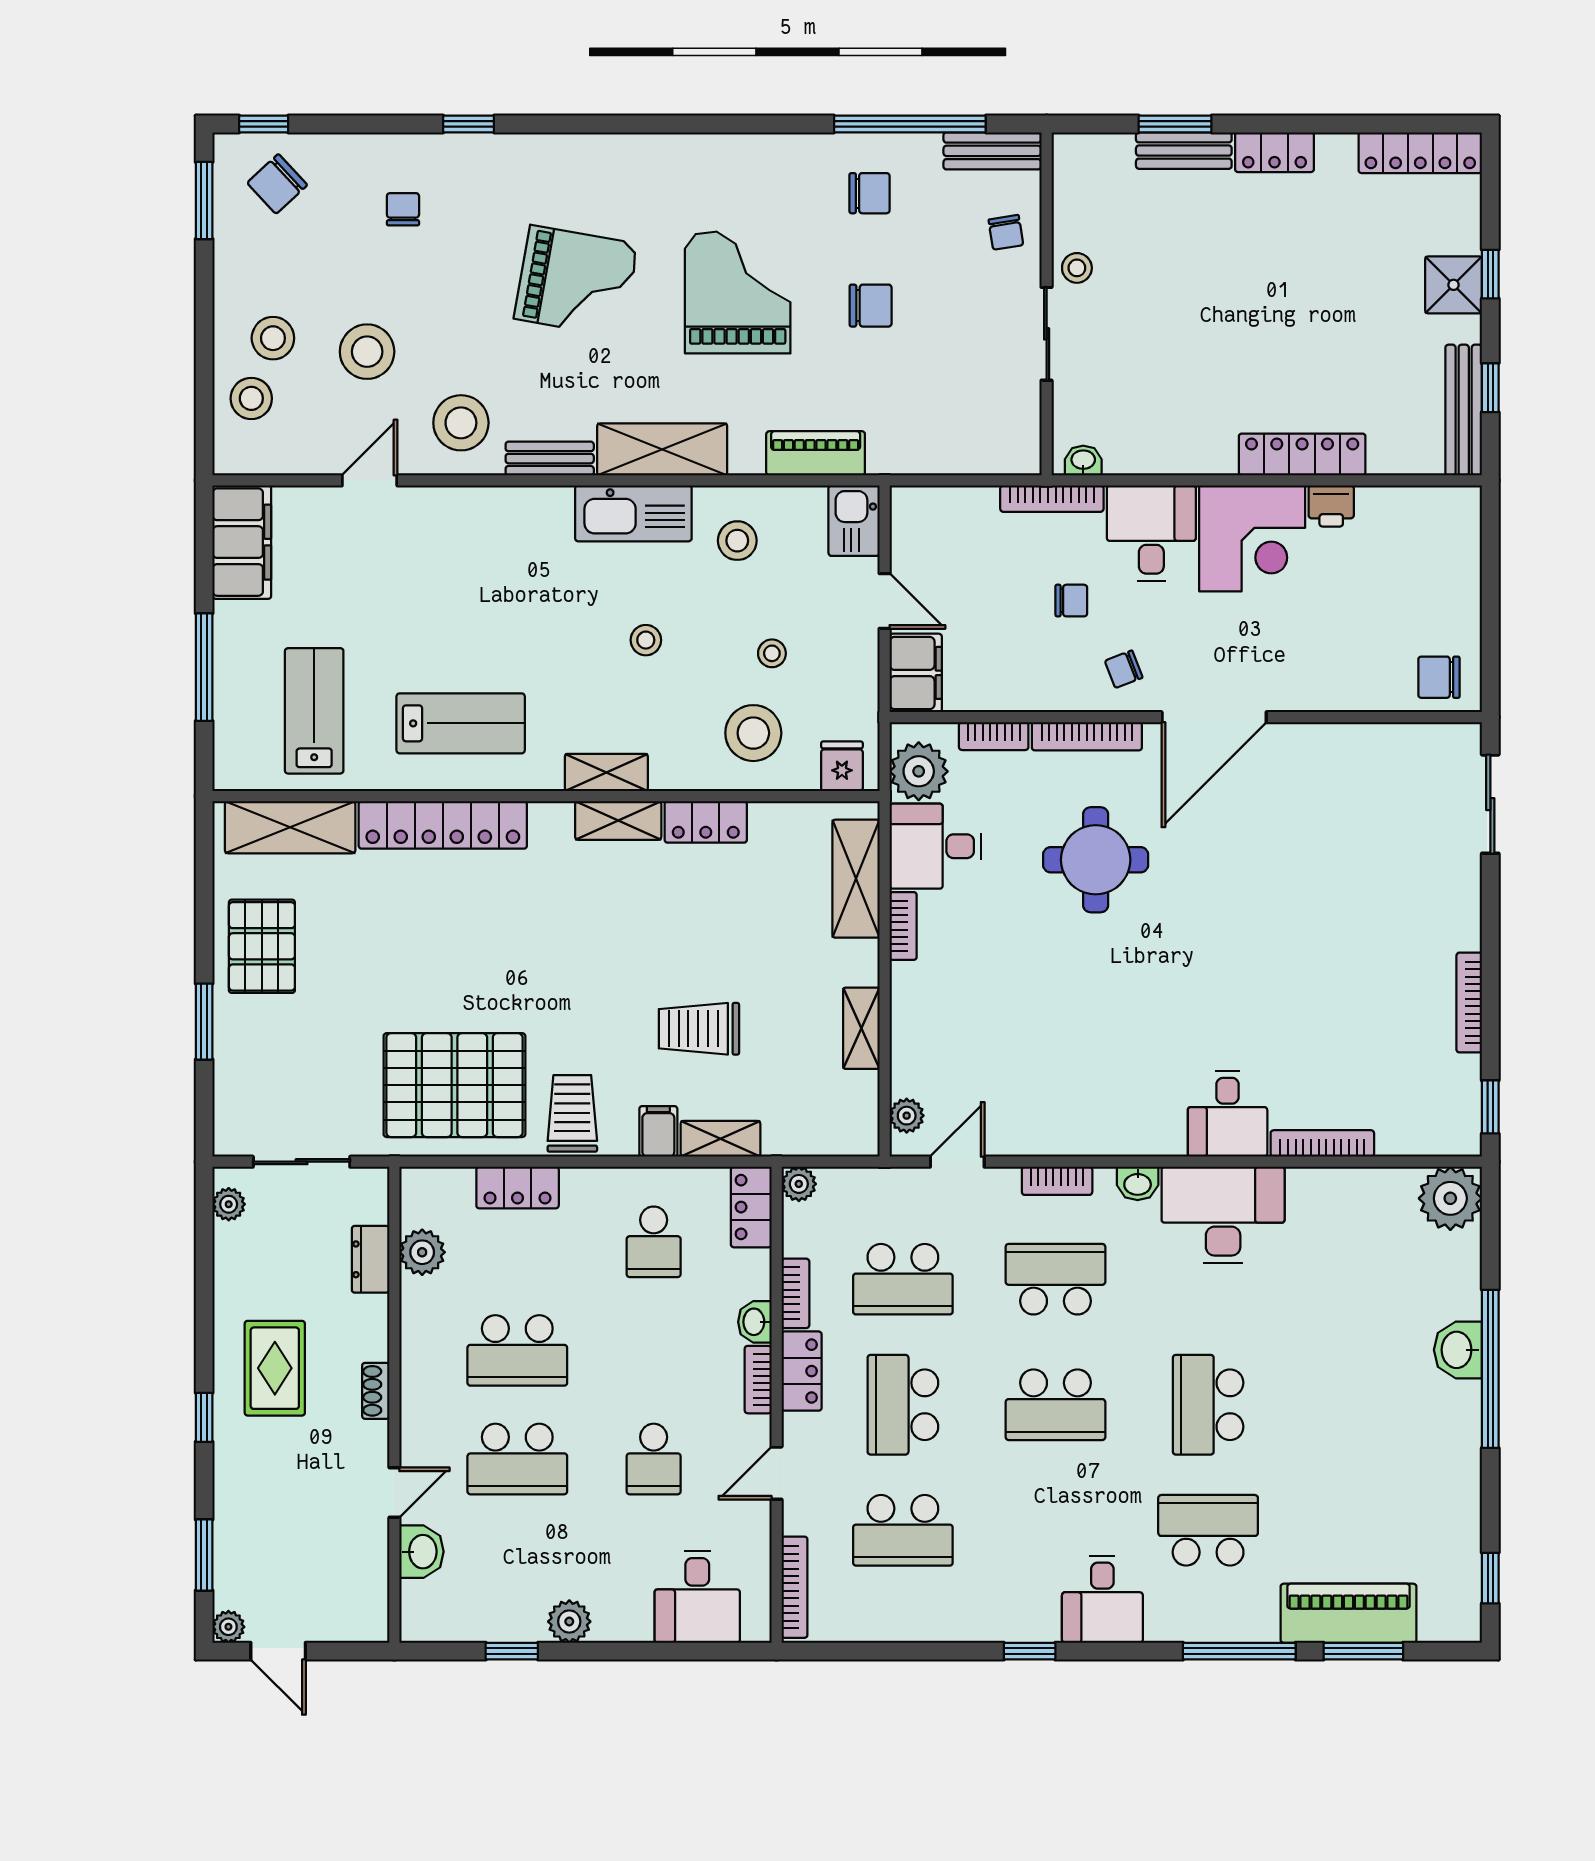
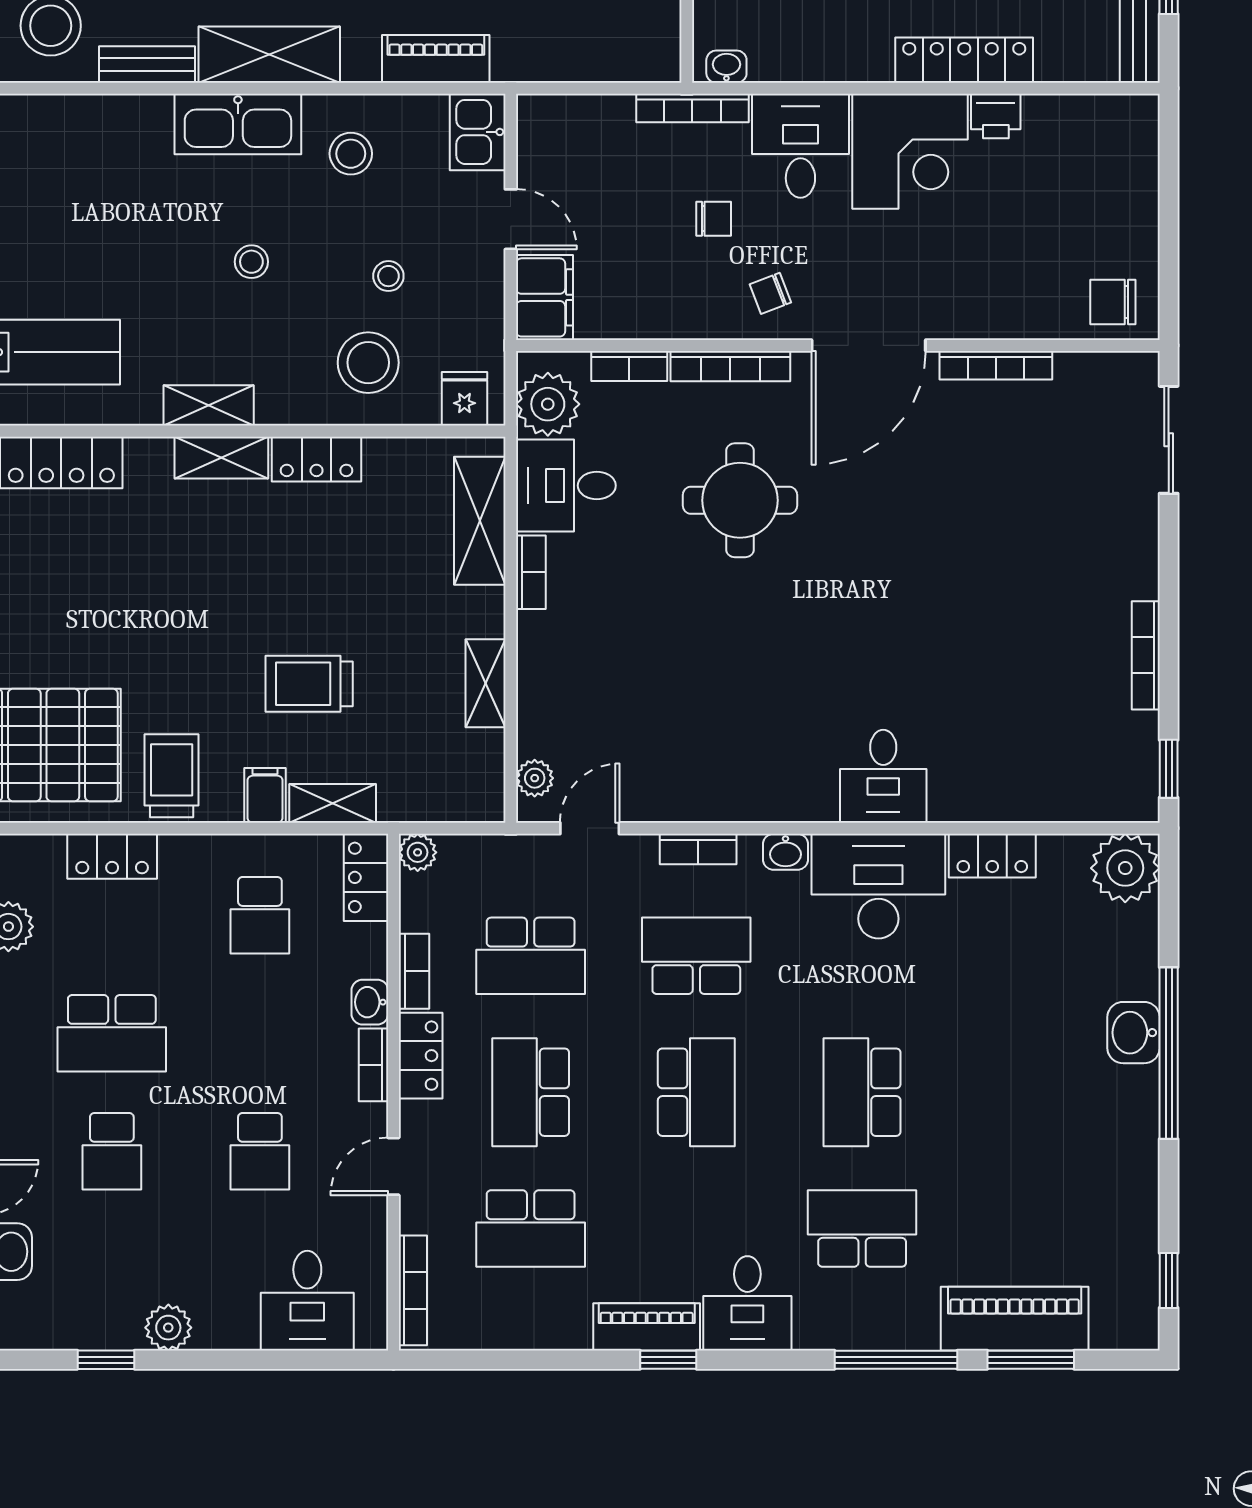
bookcase: (1322, 1143) -> (996, 365), moved, turned 180
locker: (1328, 1187) -> (992, 856), added
school desk: (1055, 1405) -> (696, 1092), turned -90
school desk: (517, 1459) -> (112, 1151), width x0.54
piano: (1010, 1621) -> (647, 1327), added

